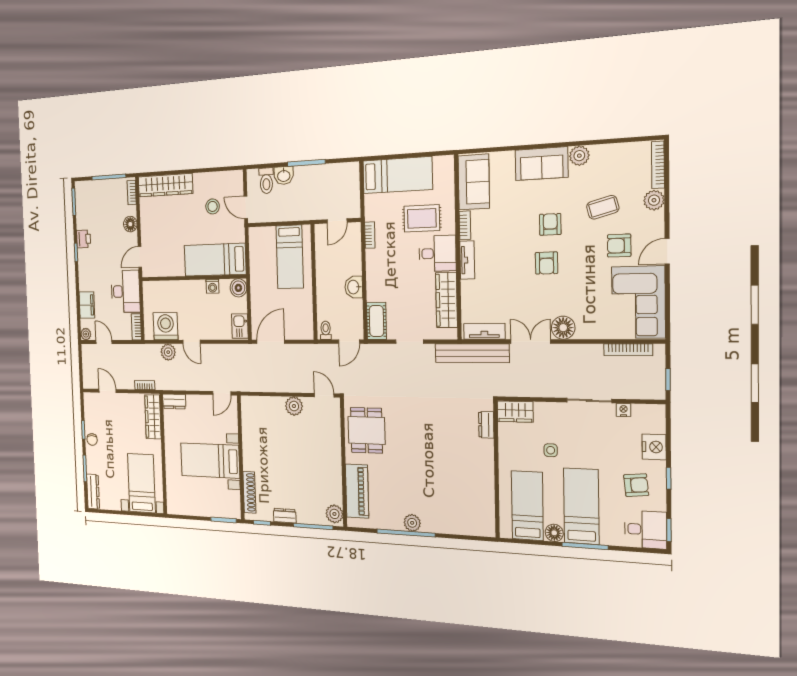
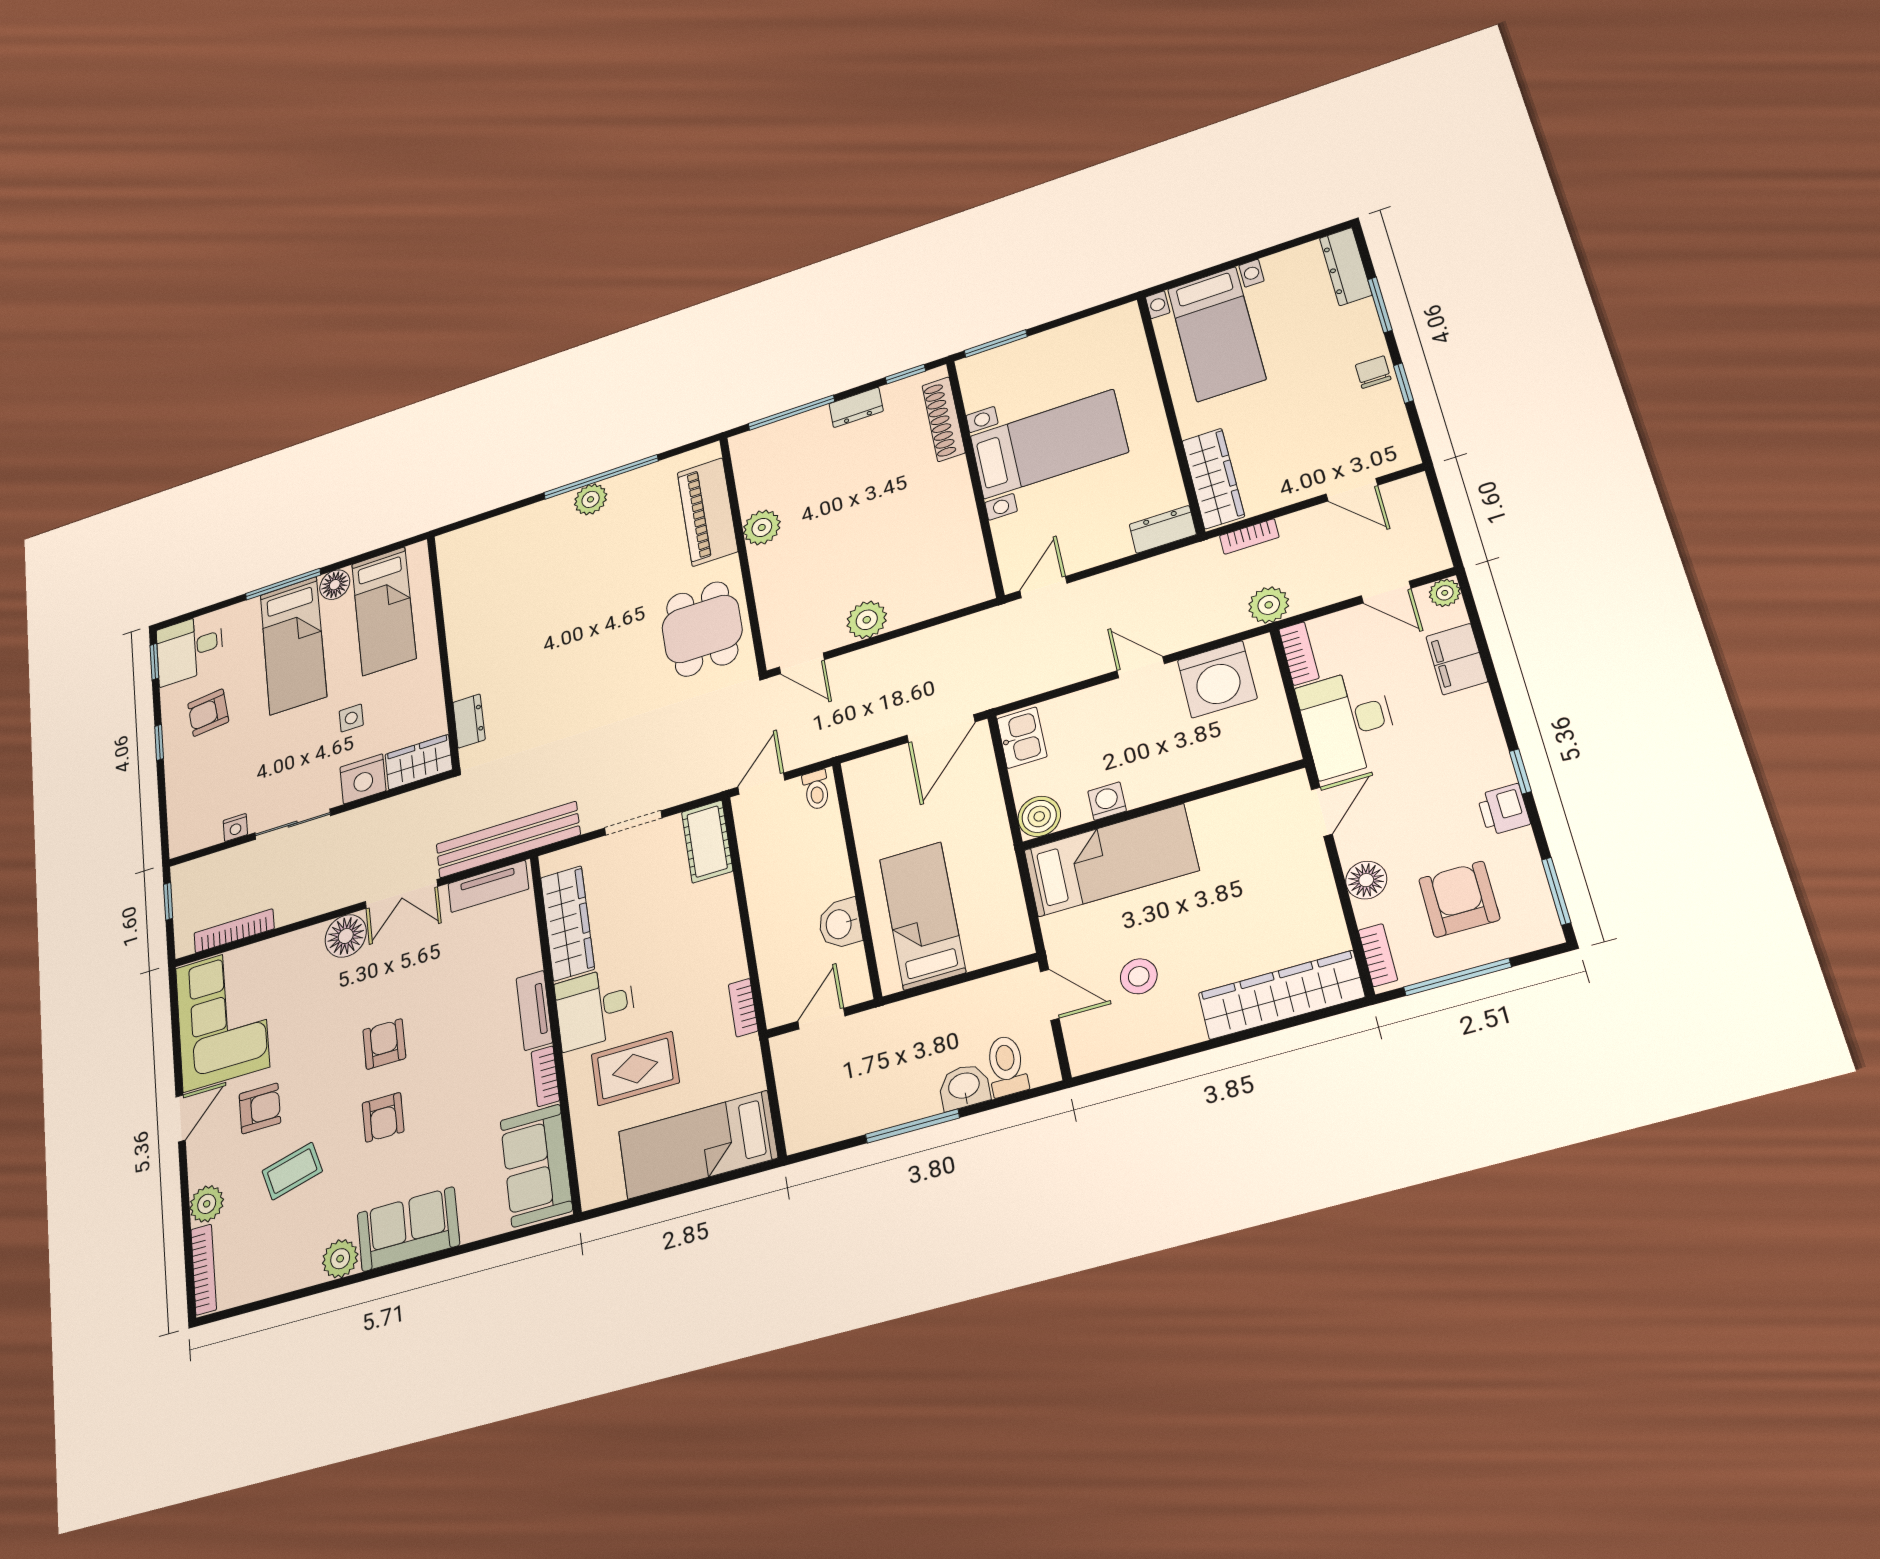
armchair: (103, 208) -> (1459, 899), added
washbasin: (354, 287) -> (840, 924), moved, turned 180
plant: (168, 352) -> (1269, 605), moved
nightstand: (654, 447) -> (363, 779), moved, turned -90
plant: (334, 514) -> (762, 527), moved

